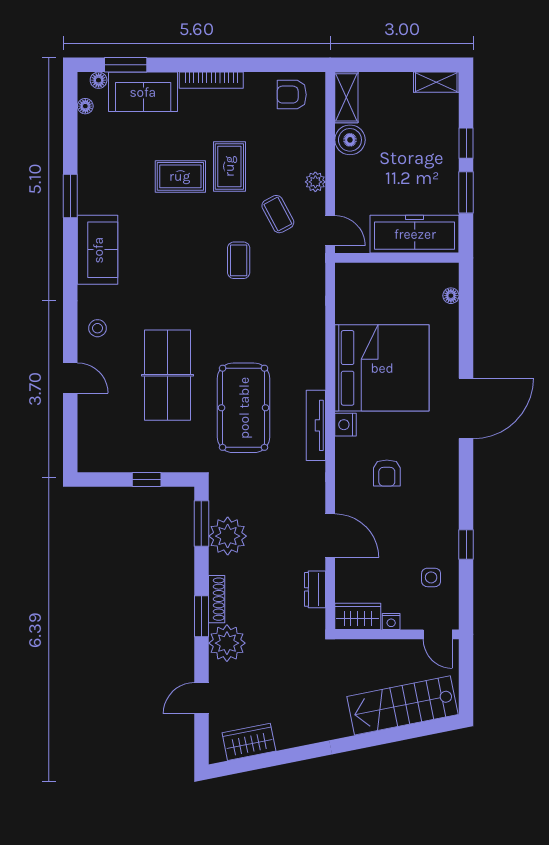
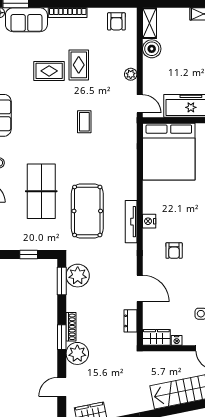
armchair: (292, 95) -> (116, 21), turned -90
coffee table: (278, 214) -> (108, 94), removed
bed: (382, 368) -> (169, 152), moved, turned 90
plant: (228, 536) -> (78, 276), moved

